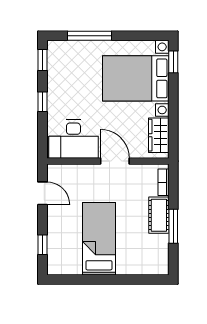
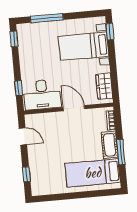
bed with nightstands: (136, 78) -> (84, 46), width x0.73
window: (42, 102) -> (19, 88), moved
bed: (99, 239) -> (93, 173), moved, turned -90

